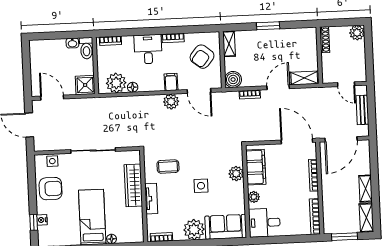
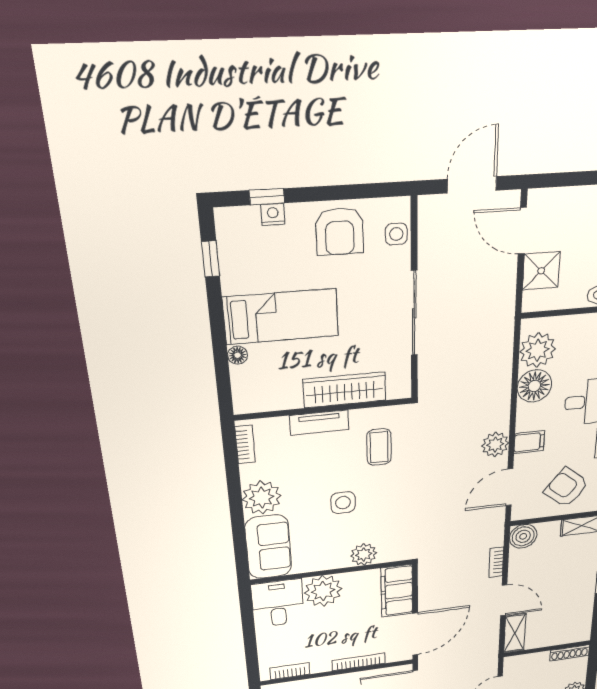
shower: (85, 85) -> (541, 271), moved
floor lamp: (133, 87) -> (534, 386), width x1.89, depth x1.89
door: (52, 98) -> (522, 231), swing flipped
filing cabinet: (256, 167) -> (397, 591), moved, turned 90
plant: (254, 197) -> (323, 591), width x1.88, depth x1.88
bookcase: (315, 217) -> (290, 671), width x0.64

